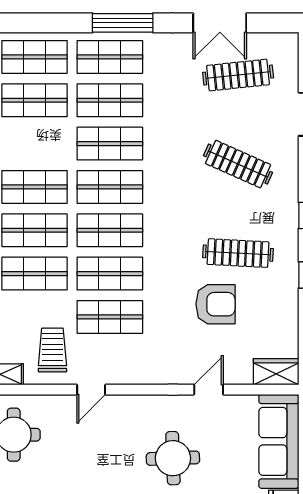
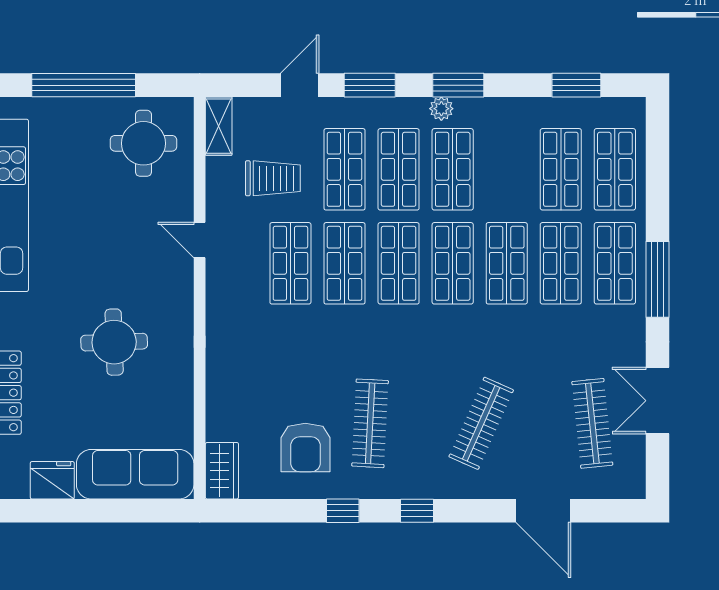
armchair: (215, 304) -> (305, 447), moved
trolley: (52, 350) -> (273, 178), moved
door: (209, 390) -> (200, 387), removed

